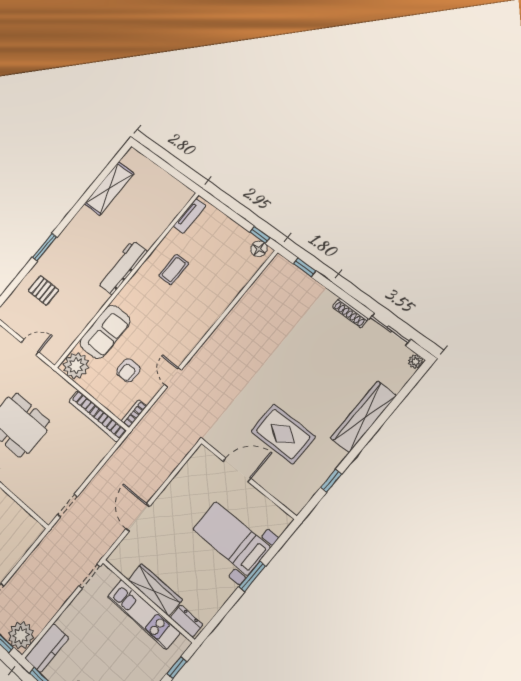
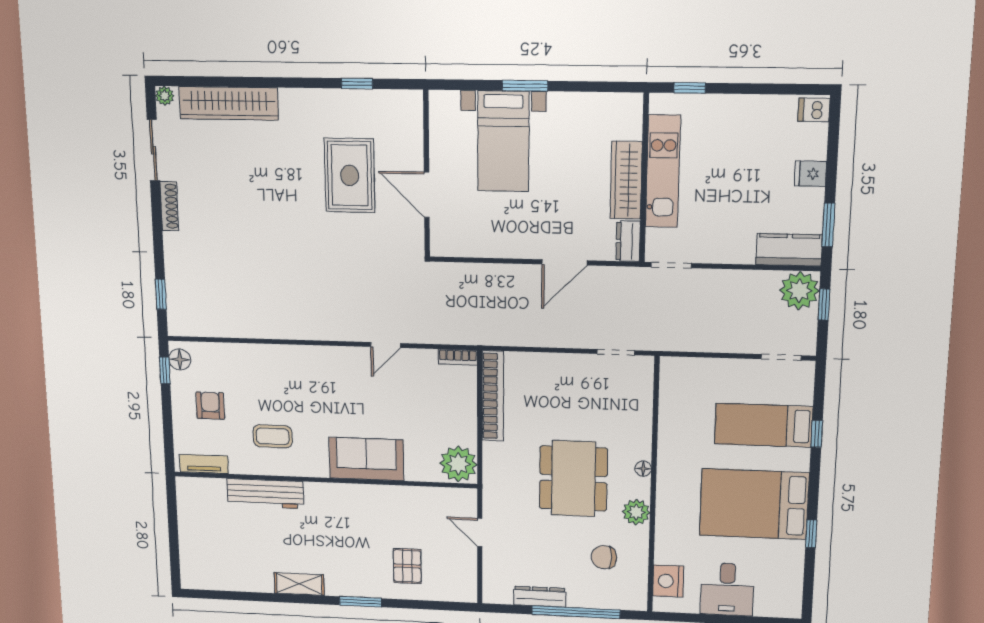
shelving: (109, 189) -> (299, 584), moved, width x0.67, depth x0.75
workbench: (122, 267) -> (265, 494), moved
sofa: (105, 332) -> (366, 459), moved
armchair: (128, 370) -> (210, 406), moved, turned -90
wardrobe: (363, 417) -> (229, 103), moved
dresser: (187, 621) -> (628, 241), moved

